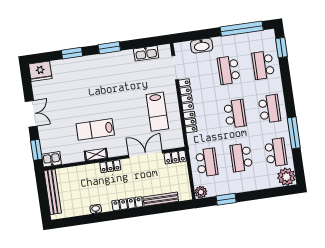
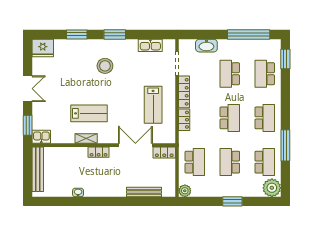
stool: (104, 80) -> (105, 66), added
lab bench: (95, 129) -> (89, 113), turned 180
window: (226, 199) -> (232, 201), moved
locker: (127, 204) -> (110, 192), removed

